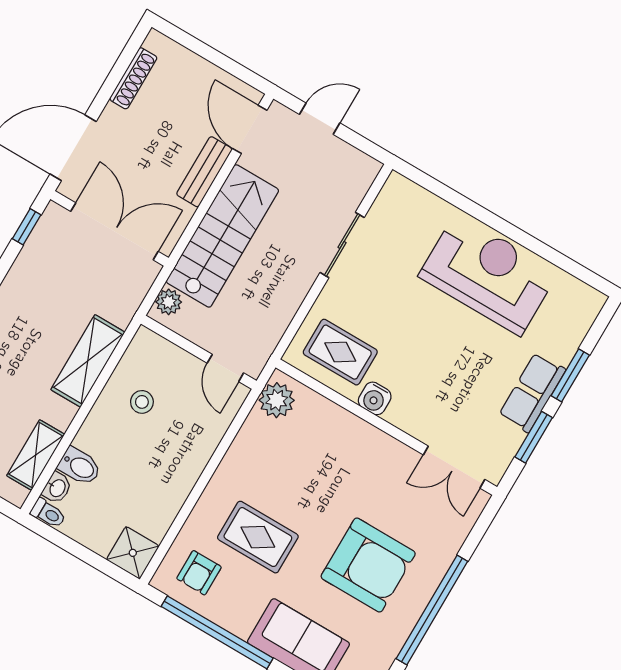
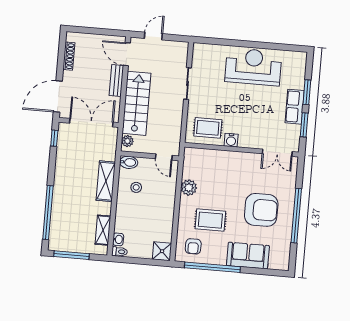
plant: (277, 400) -> (189, 188), moved
bidet: (80, 466) -> (129, 162), moved

